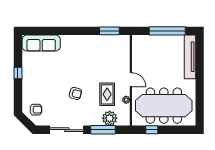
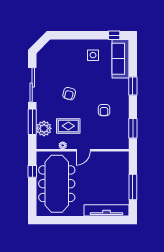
window: (68, 31) -> (133, 86), added
window: (167, 31) -> (133, 187), width x0.68
side table: (38, 70) -> (93, 55), added
window: (18, 73) -> (114, 35), moved
armchair: (36, 110) -> (104, 110), moved

